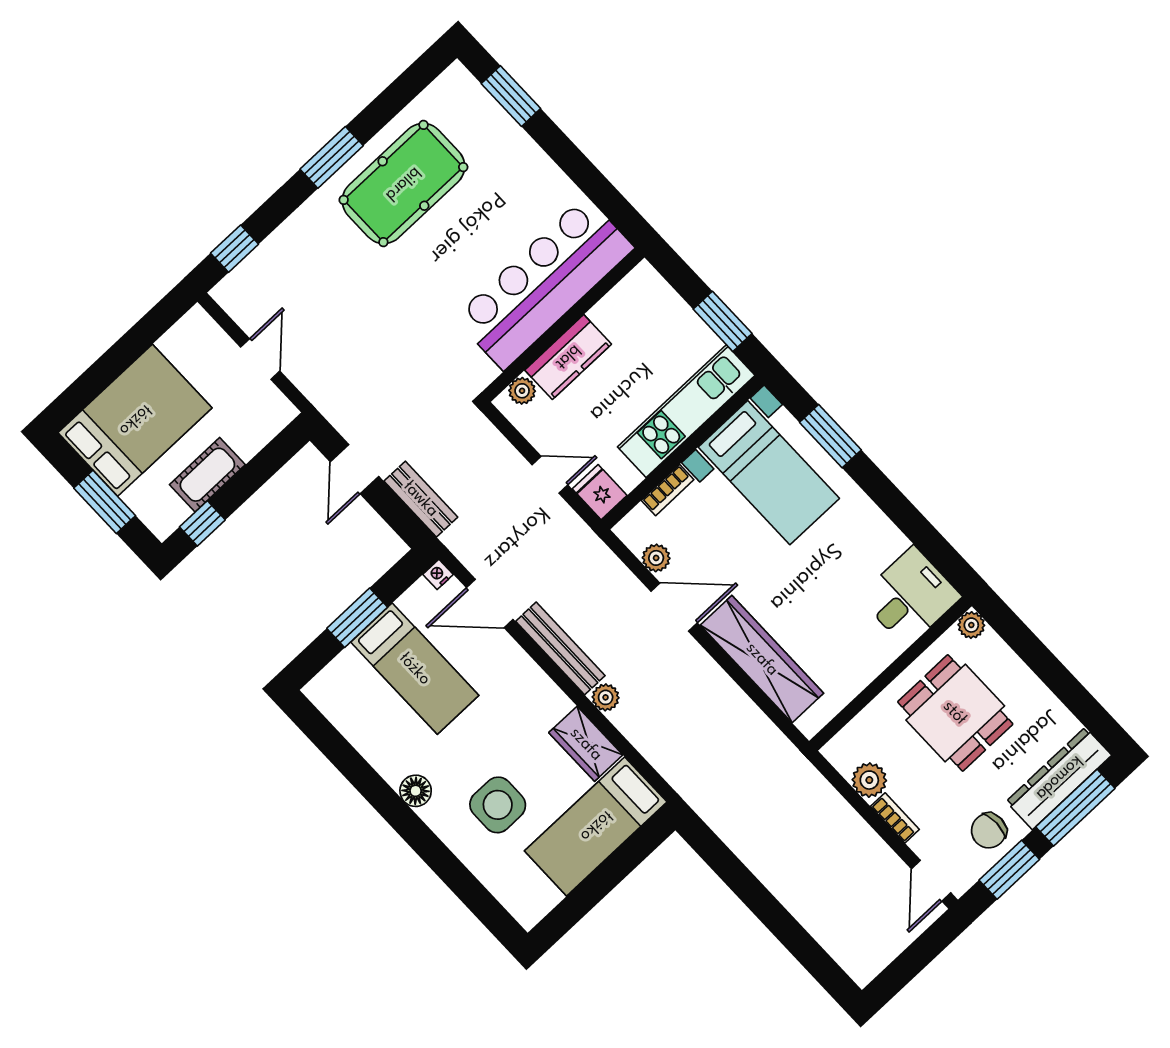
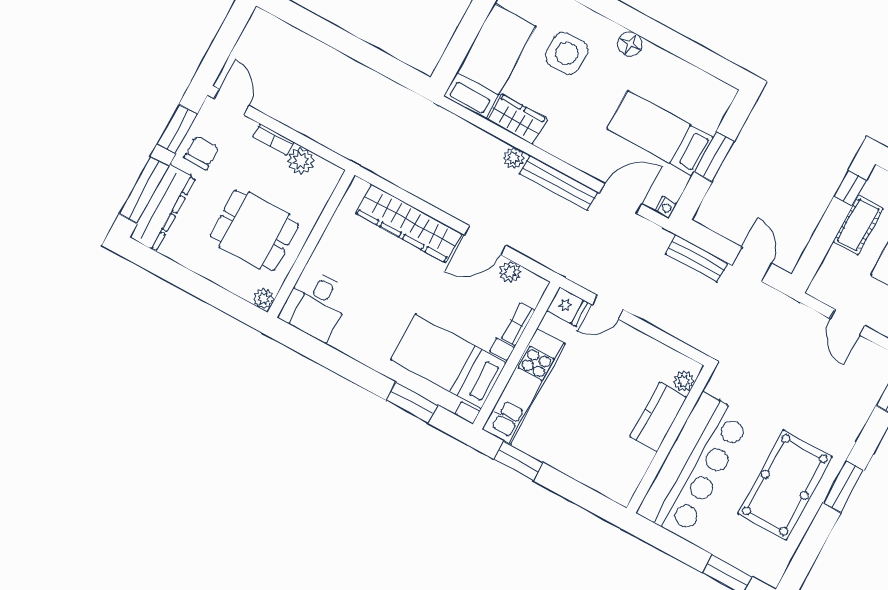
bar counter: (544, 283) -> (694, 466), moved
wall: (563, 325) -> (670, 439), moved
kitchen counter: (568, 357) -> (658, 417), moved
plant: (522, 391) -> (684, 381), moved

